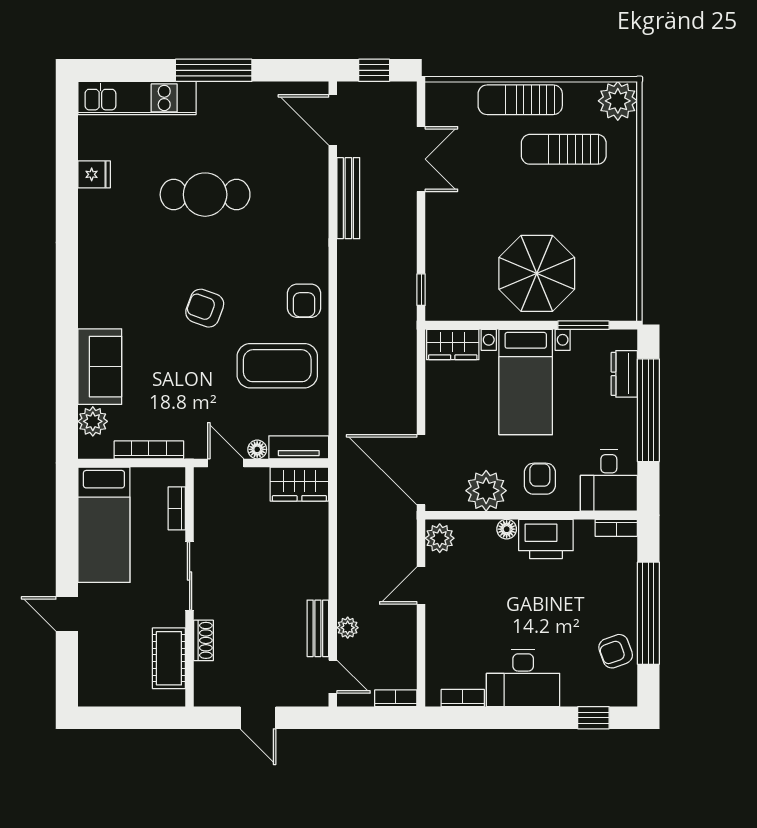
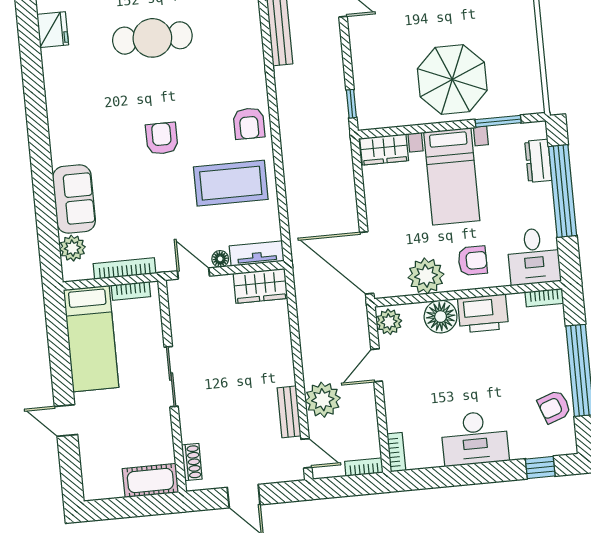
fridge: (94, 174) -> (53, 30), width x1.38
armchair: (205, 308) -> (162, 138), turned 70
armchair: (540, 479) -> (473, 261), turned 90
bookcase: (177, 508) -> (131, 291), moved, turned -90
floor lamp: (507, 529) -> (441, 317), width x1.89, depth x1.89
plant: (348, 628) -> (323, 400), width x1.88, depth x1.88
shoe rack: (204, 640) -> (192, 462), moved
cot: (169, 658) -> (150, 480), moved, turned 90
bookcase: (463, 698) -> (396, 452), moved, turned 90

